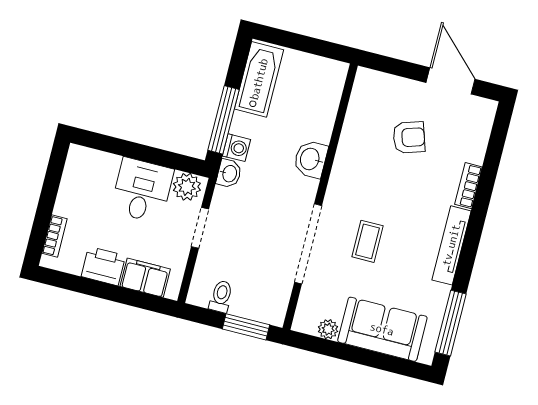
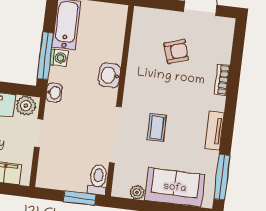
washing machine: (236, 148) -> (59, 58), moved
tv unit: (451, 245) -> (215, 131), width x0.71
toilet: (221, 296) -> (98, 180), moved, width x1.37, depth x1.39

